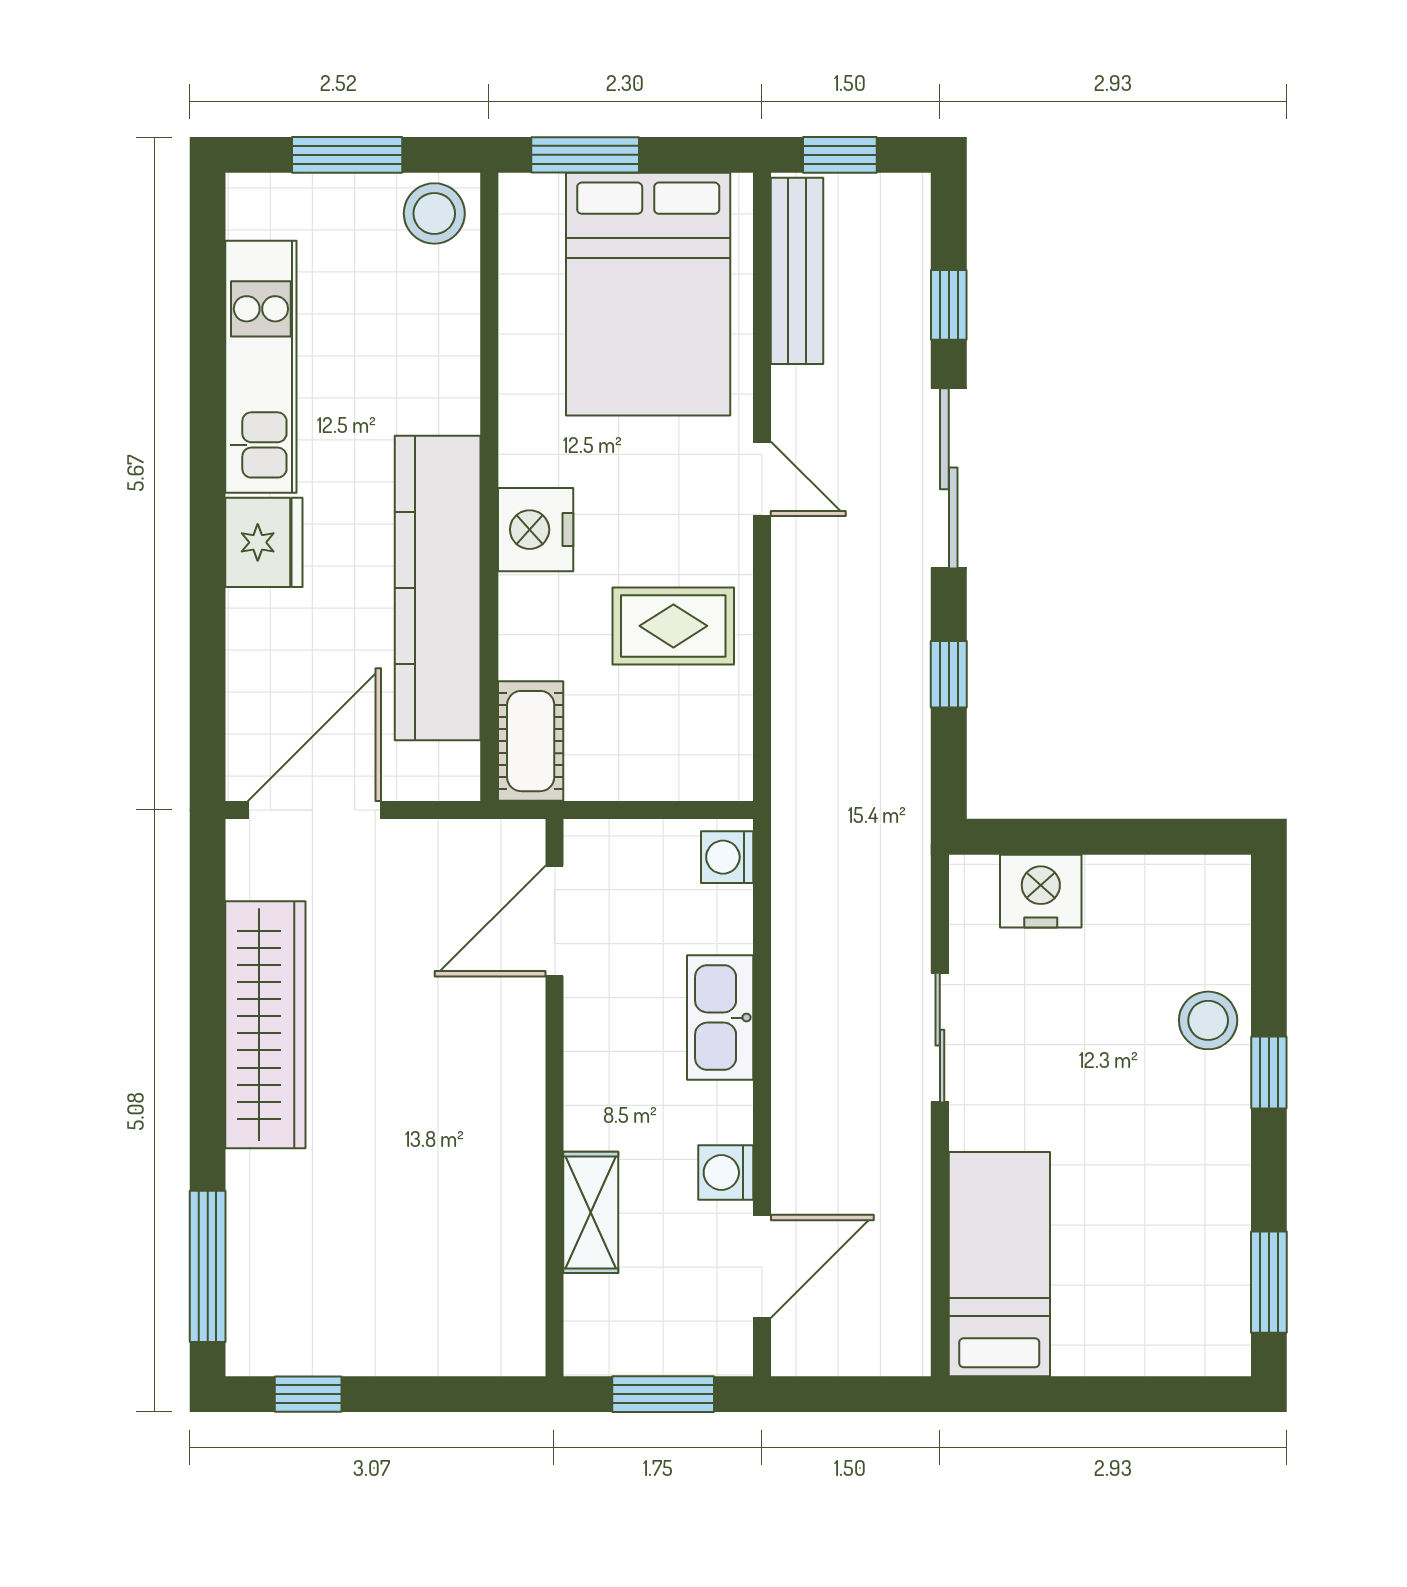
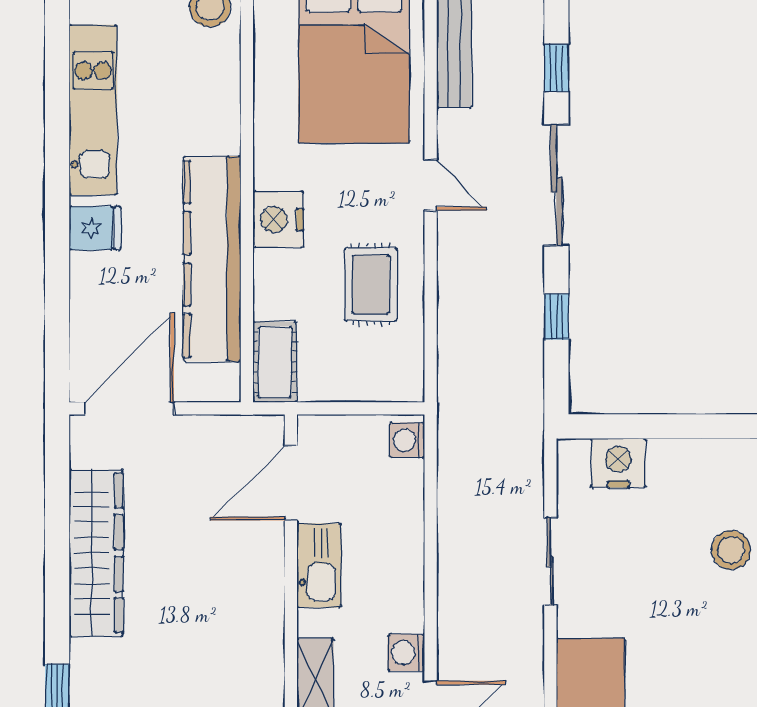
fridge: (264, 542) -> (95, 228), width x0.72
rug: (673, 626) -> (371, 284), turned 90
kitchen sink: (720, 1018) -> (319, 566), moved, turned 180

